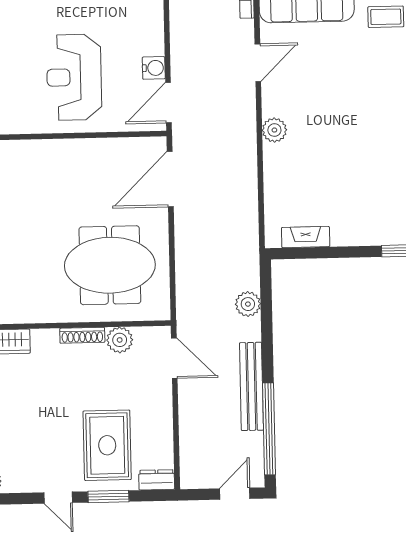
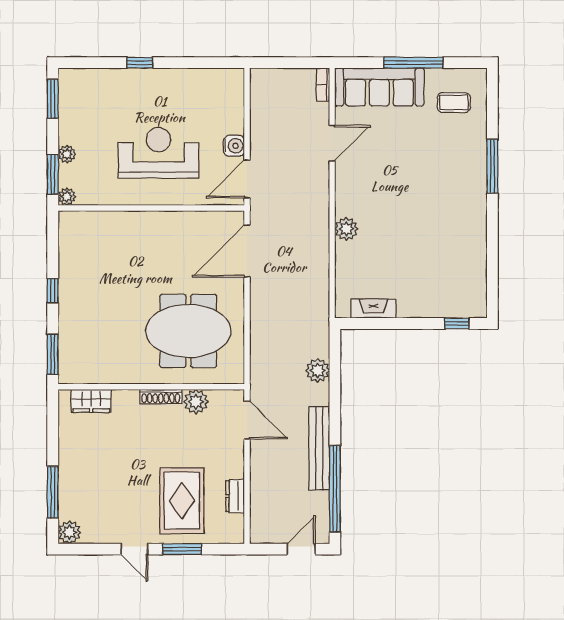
reception desk: (74, 77) -> (159, 153), turned 90
plant: (274, 130) -> (346, 229), moved
dresser: (157, 480) -> (235, 496), moved, turned -90

